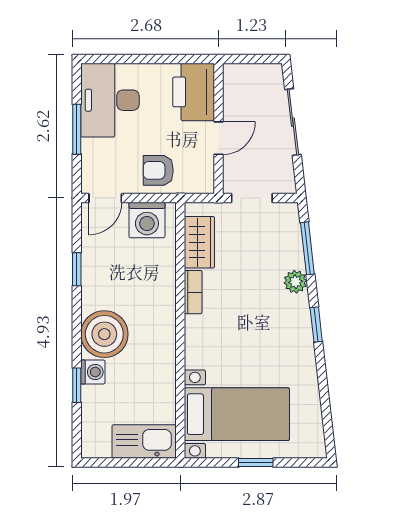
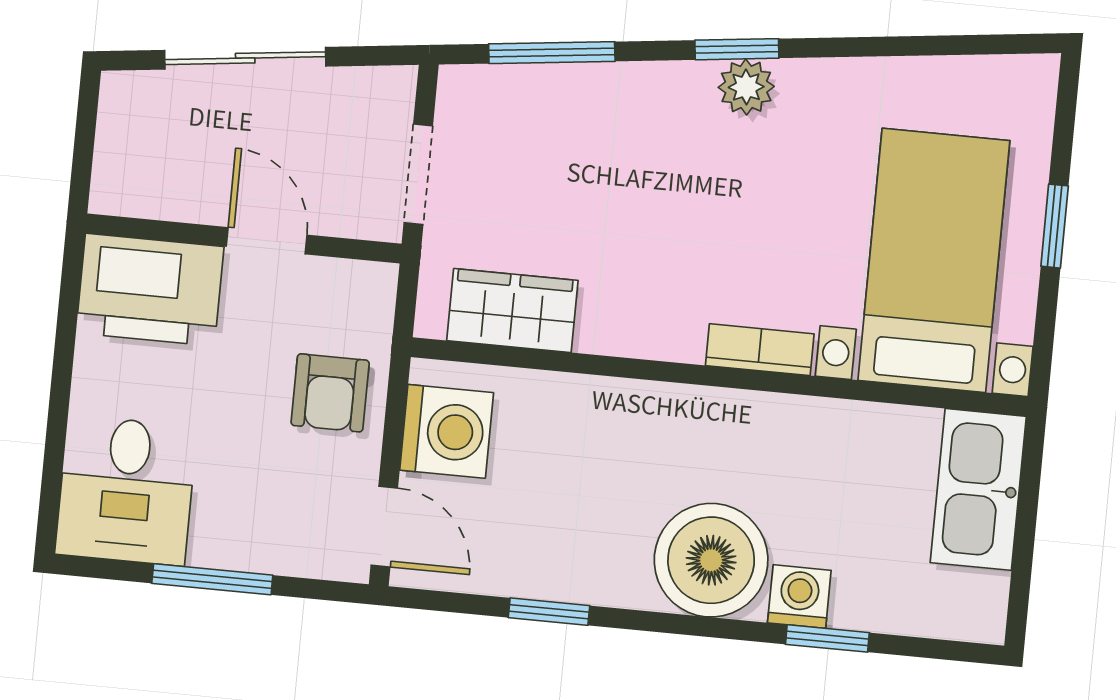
desk: (110, 100) -> (126, 490), width x0.73
plant: (295, 282) -> (746, 87), moved
bookcase: (193, 292) -> (760, 350), moved

